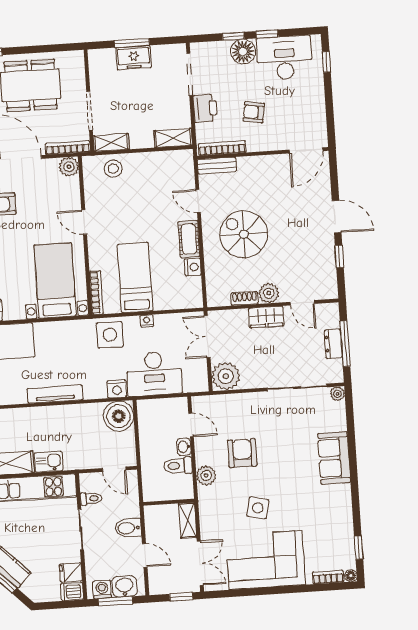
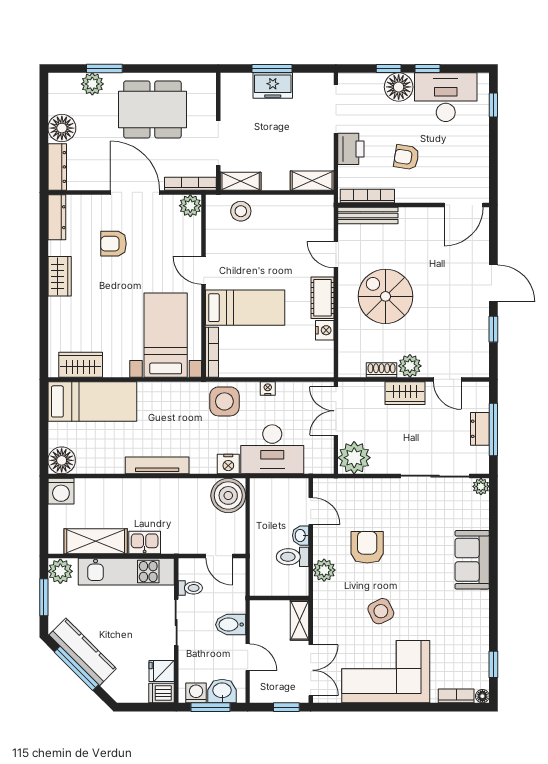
bench: (217, 166) -> (368, 216), width x1.36
bed: (135, 278) -> (245, 308), moved, turned 90
side table: (258, 508) -> (381, 611), turned -38

